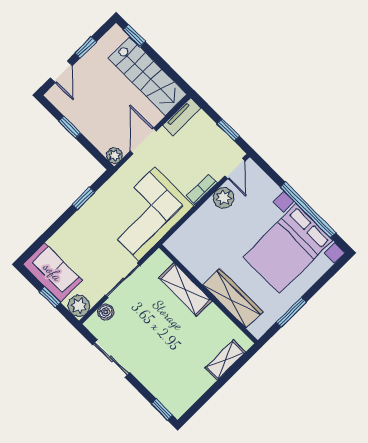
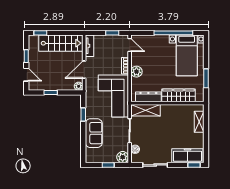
door: (143, 141) -> (84, 70), hinge flipped
plant: (223, 198) -> (136, 72), moved
bed with nightstands: (288, 249) -> (187, 55), width x0.73
dresser: (192, 261) -> (148, 97), added
sofa: (53, 272) -> (94, 133), moved, turned 90
shelving: (185, 289) -> (145, 110), moved
freezer: (166, 389) -> (187, 156), added

